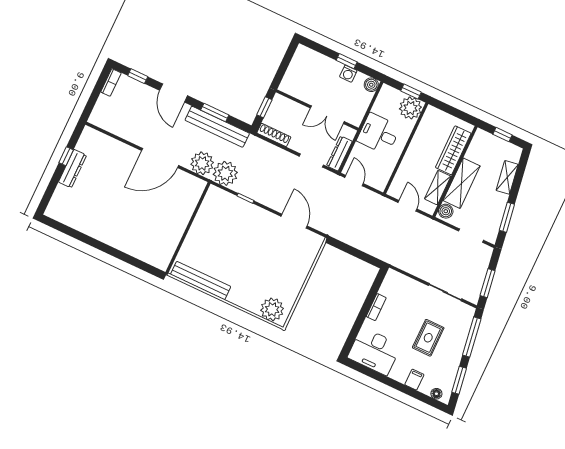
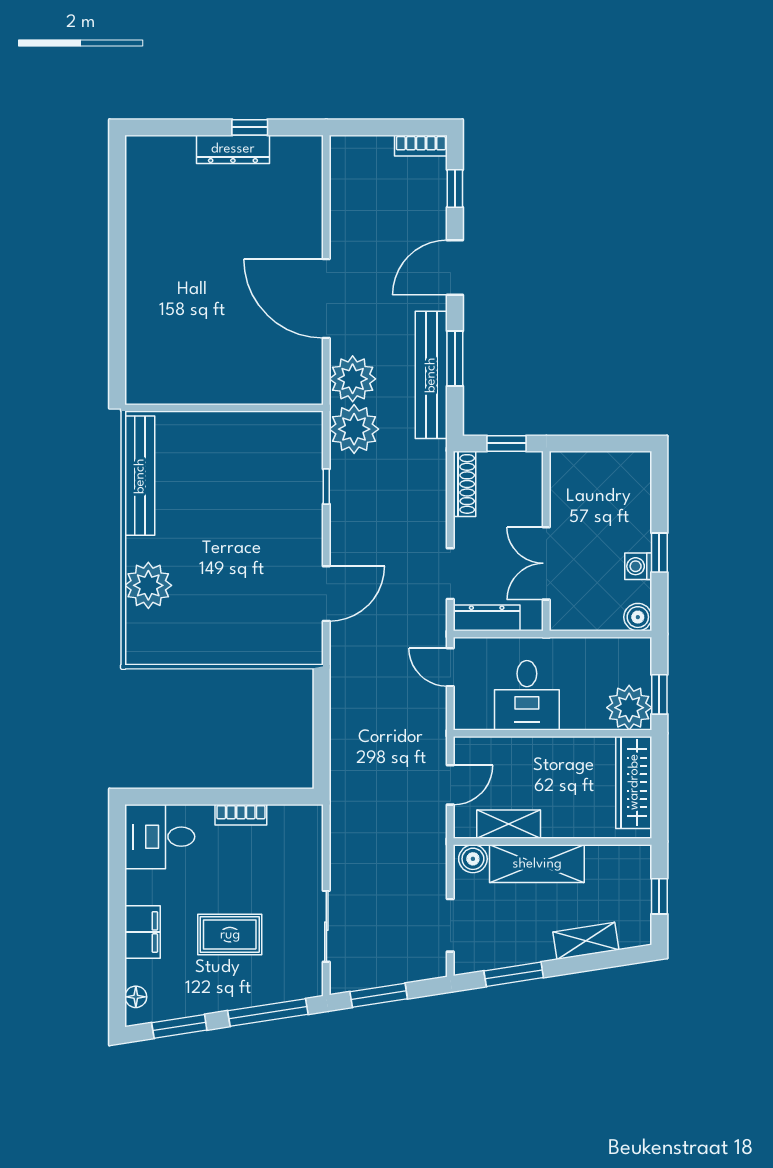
desk: (379, 134) -> (527, 695), moved, turned 180
wardrobe: (453, 150) -> (634, 782), moved, turned -90
door: (354, 181) -> (450, 667), swing flipped
plant: (272, 309) -> (148, 585), moved
desk: (374, 351) -> (160, 837), width x0.73
filing cabinet: (414, 380) -> (143, 932), width x2.00

